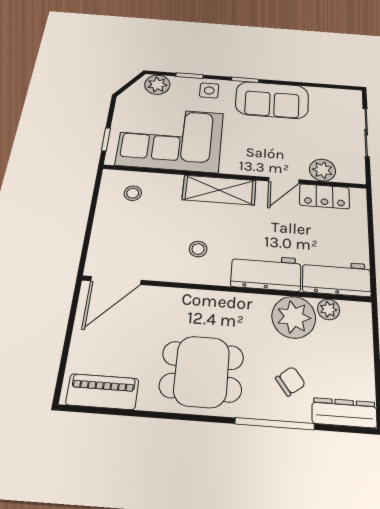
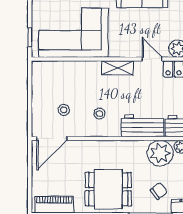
door: (284, 180) -> (152, 59), swing flipped
shelving: (219, 190) -> (117, 68), width x0.67, depth x0.75
stool: (133, 193) -> (64, 110), moved

